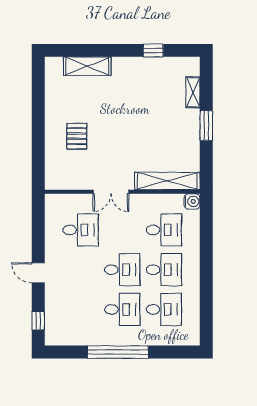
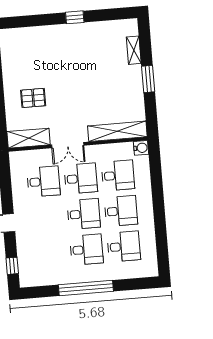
window: (153, 50) -> (75, 17), moved
shelving: (87, 66) -> (29, 138), moved
pallet: (77, 136) -> (33, 98), turned 90
desk: (122, 230) -> (81, 178), added

